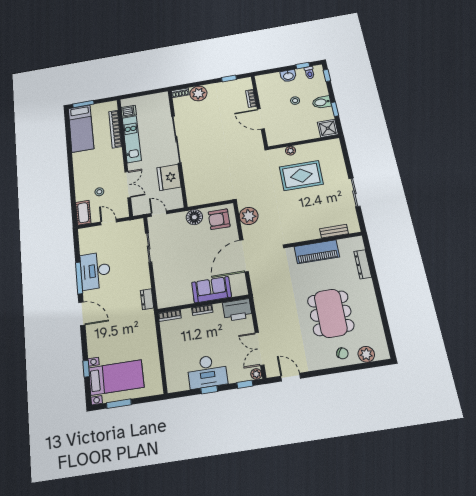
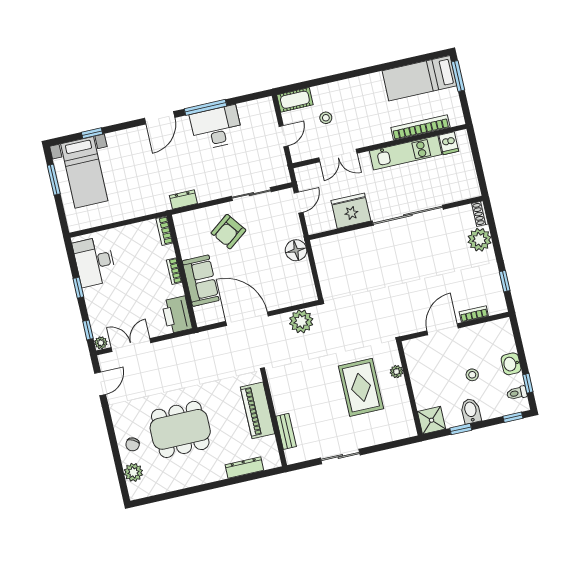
armchair: (219, 219) -> (228, 232), moved, turned -127
desk: (207, 372) -> (94, 262), moved

